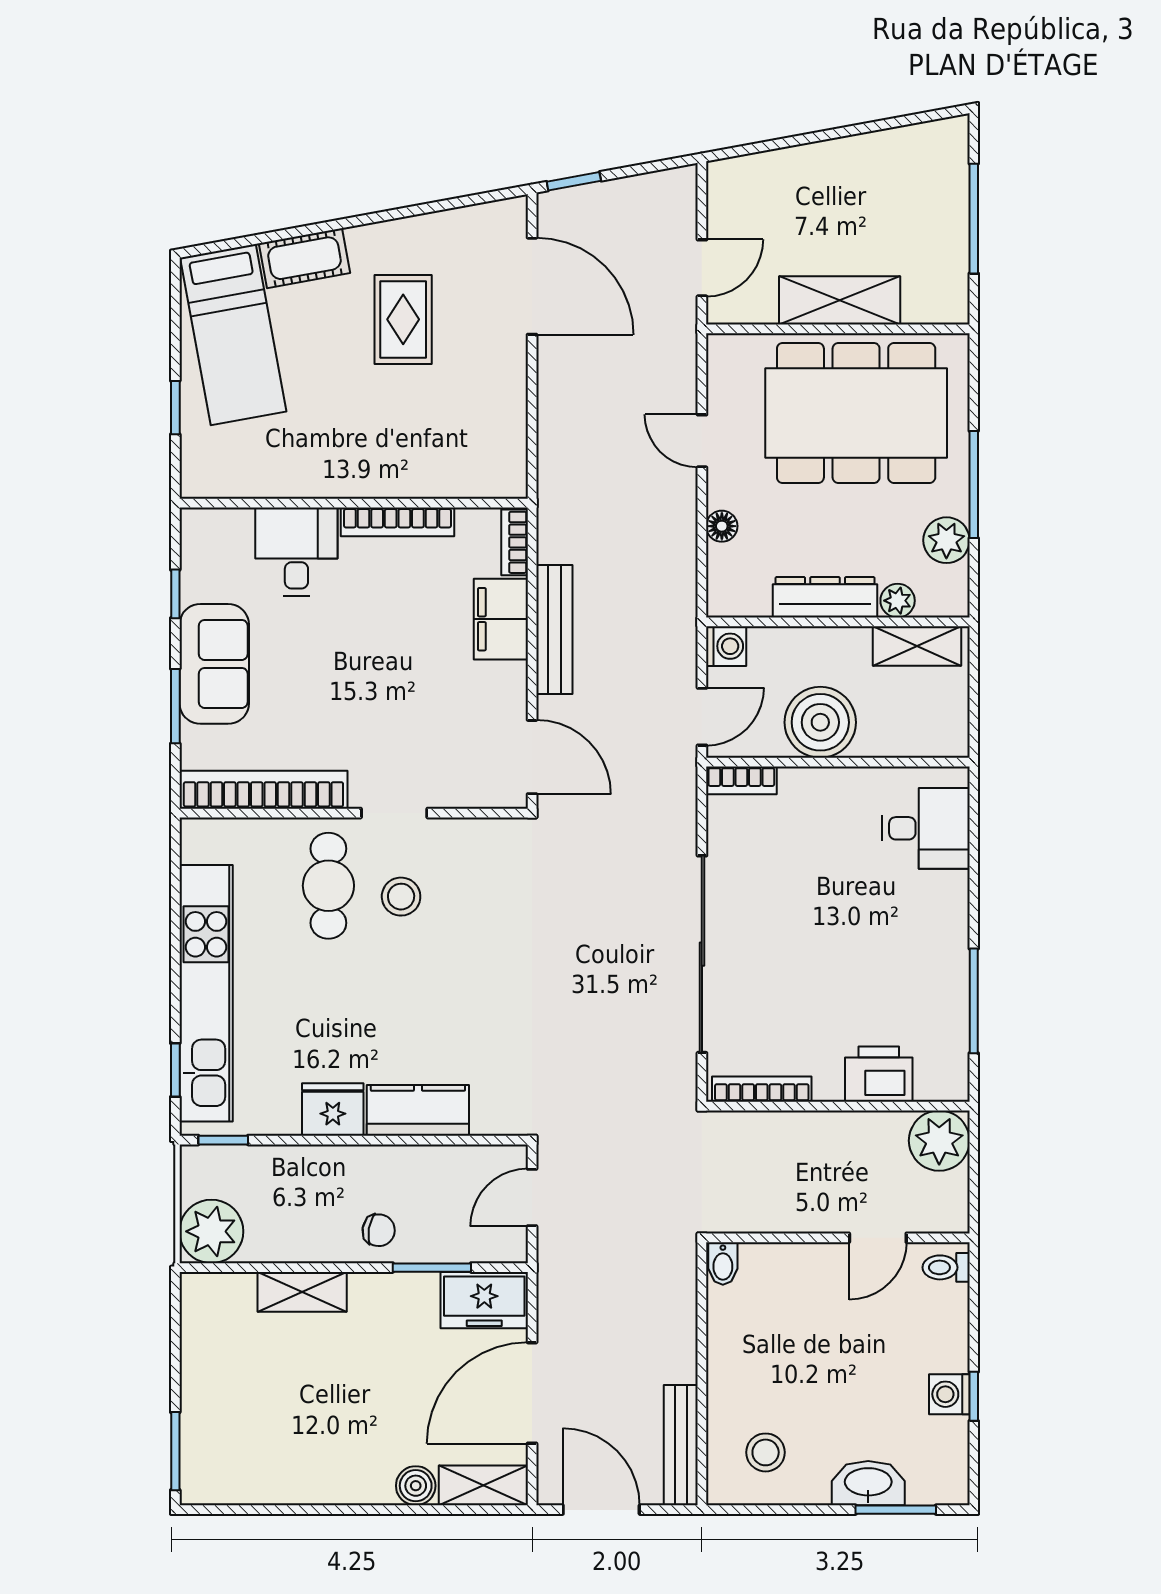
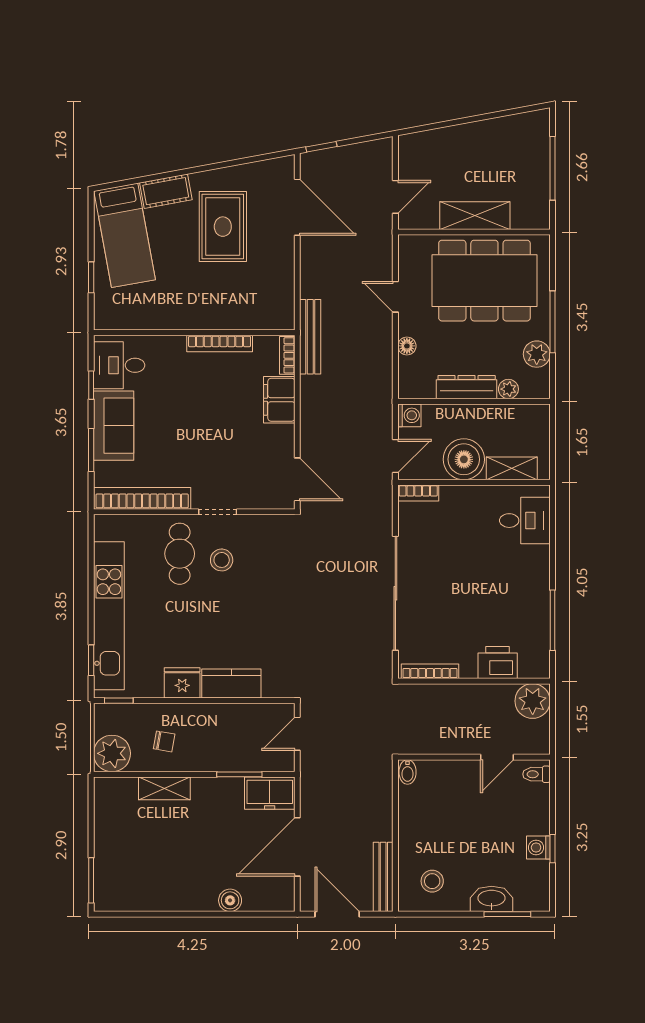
rug: (403, 319) -> (223, 227), width x1.36, depth x1.43
desk: (296, 551) -> (119, 365), moved, turned -90
bench: (554, 630) -> (310, 337), moved
shelving: (917, 646) -> (512, 468), moved
chair: (379, 1230) -> (164, 741), moved
shelving: (483, 1485) -> (269, 900), removed

